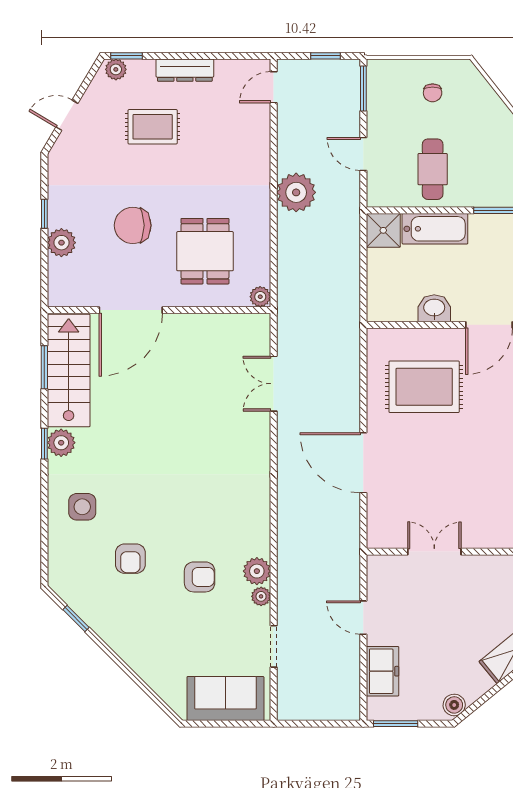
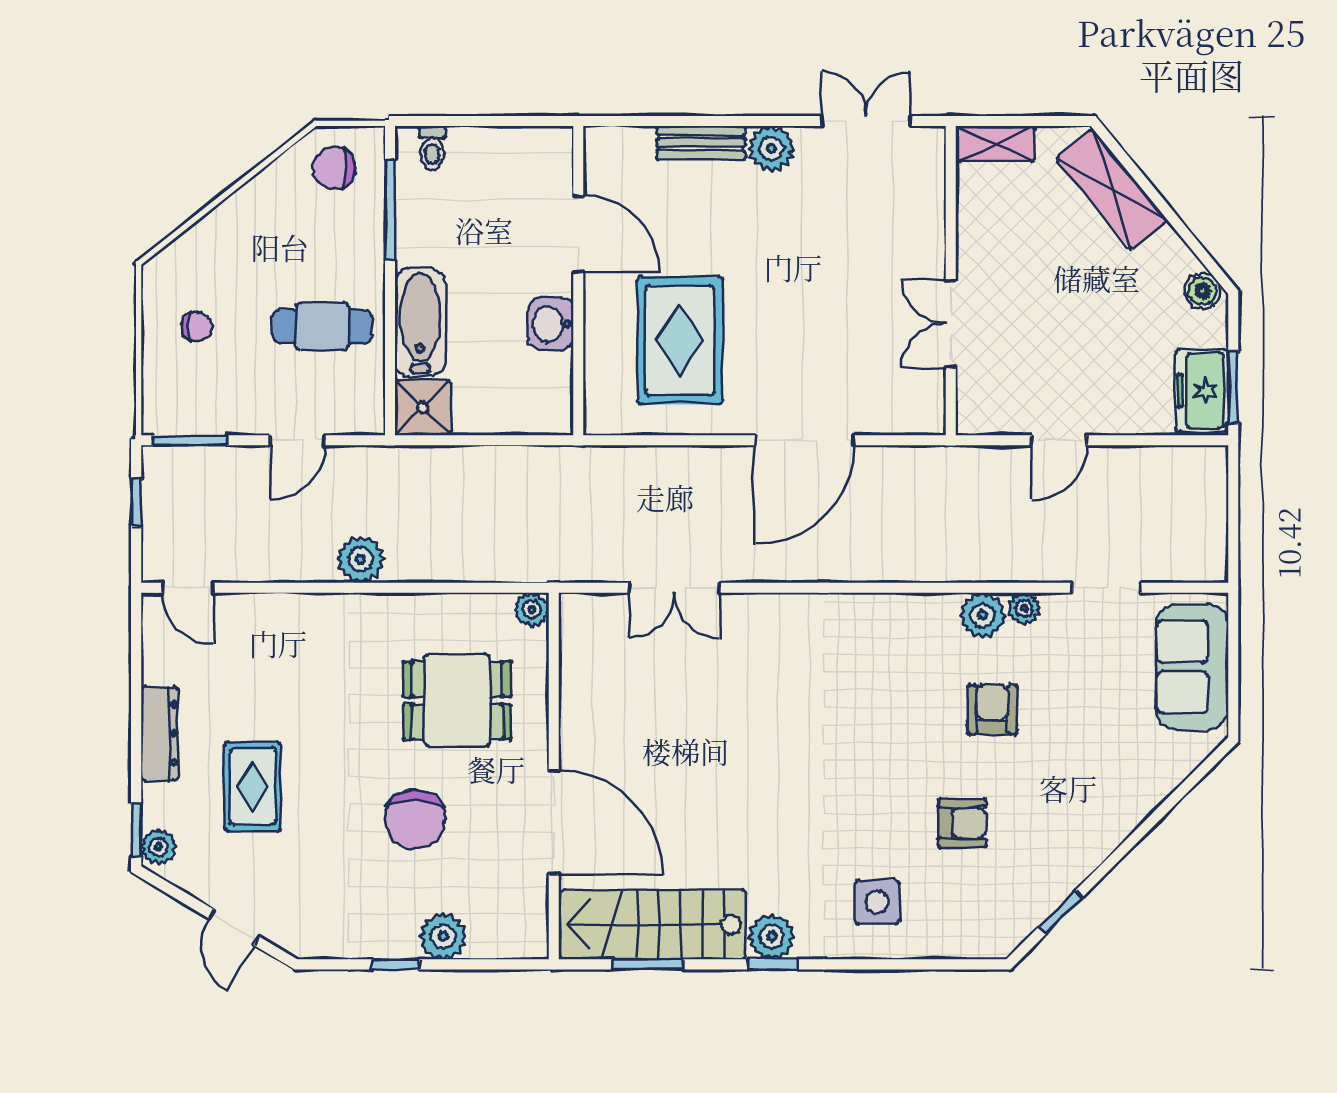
plant: (296, 192) -> (360, 559), width x0.73, depth x0.73
freezer: (382, 671) -> (1202, 391), moved, turned -90

